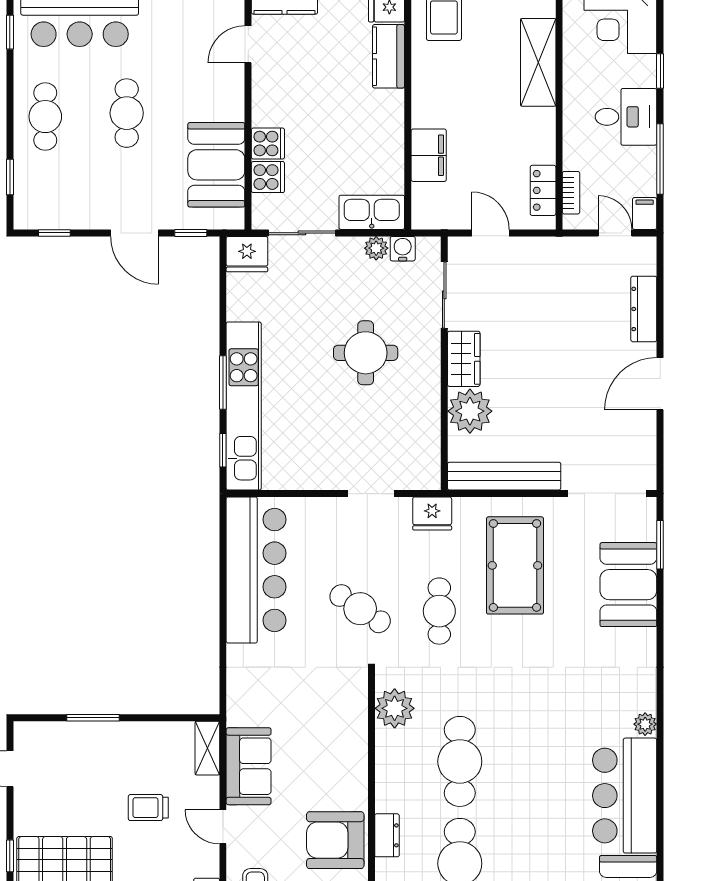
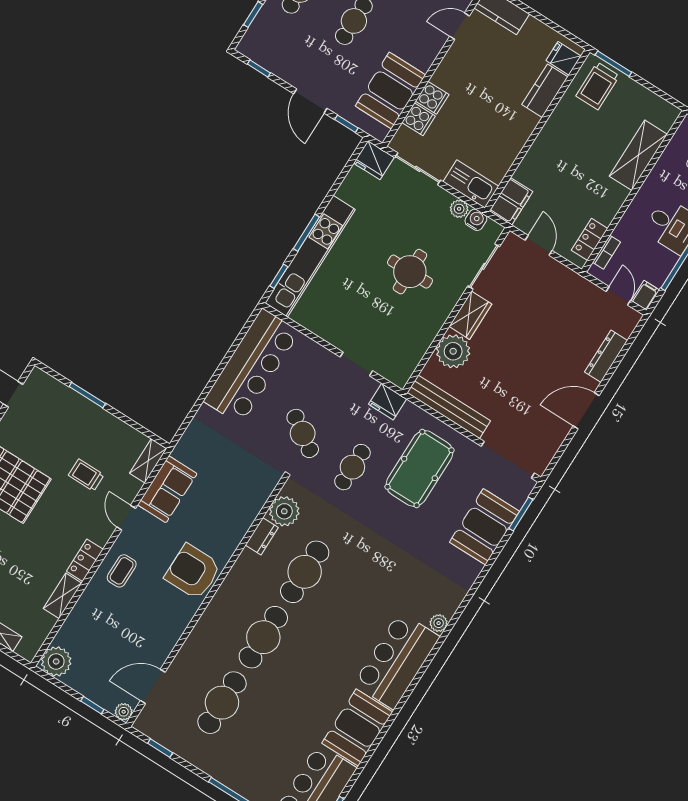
filing cabinet: (429, 155) -> (511, 201), moved
dresser: (387, 835) -> (262, 536), moved

